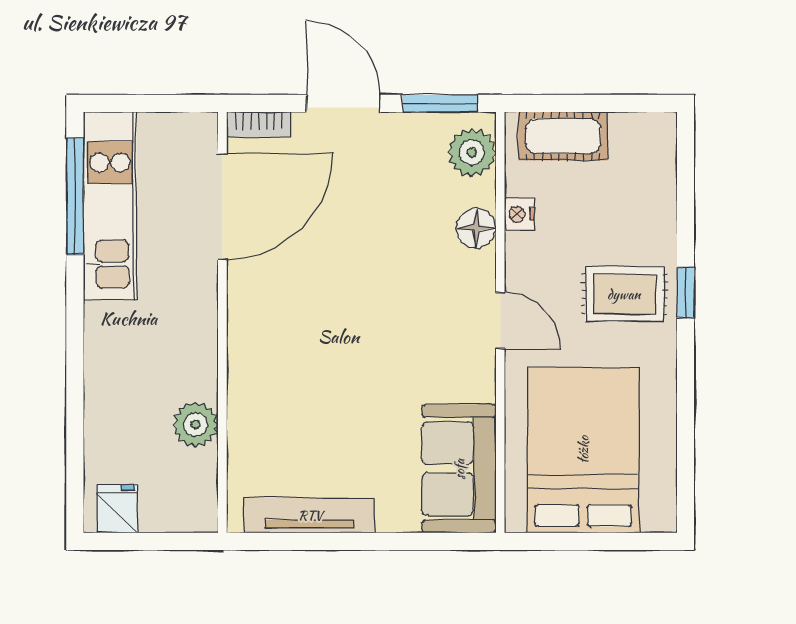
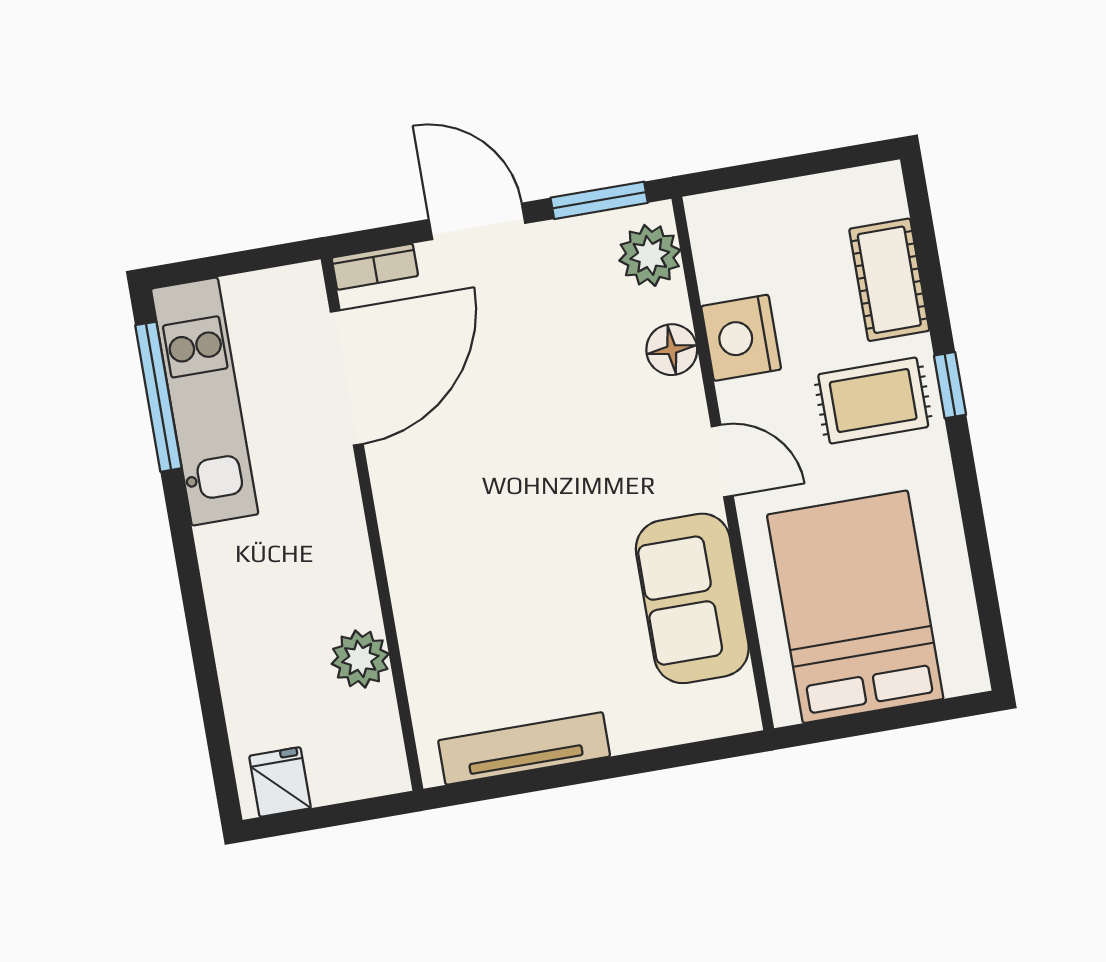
cot: (563, 136) -> (889, 280), moved, turned 90
nightstand: (519, 214) -> (741, 338), width x1.89, depth x1.79
sofa: (459, 469) -> (692, 598), moved

